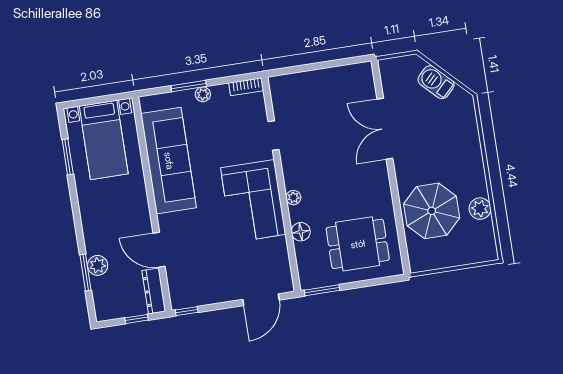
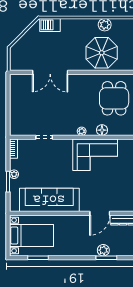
barbecue: (436, 82) -> (50, 25), moved, turned 45
corner sofa: (253, 201) -> (95, 155), moved

